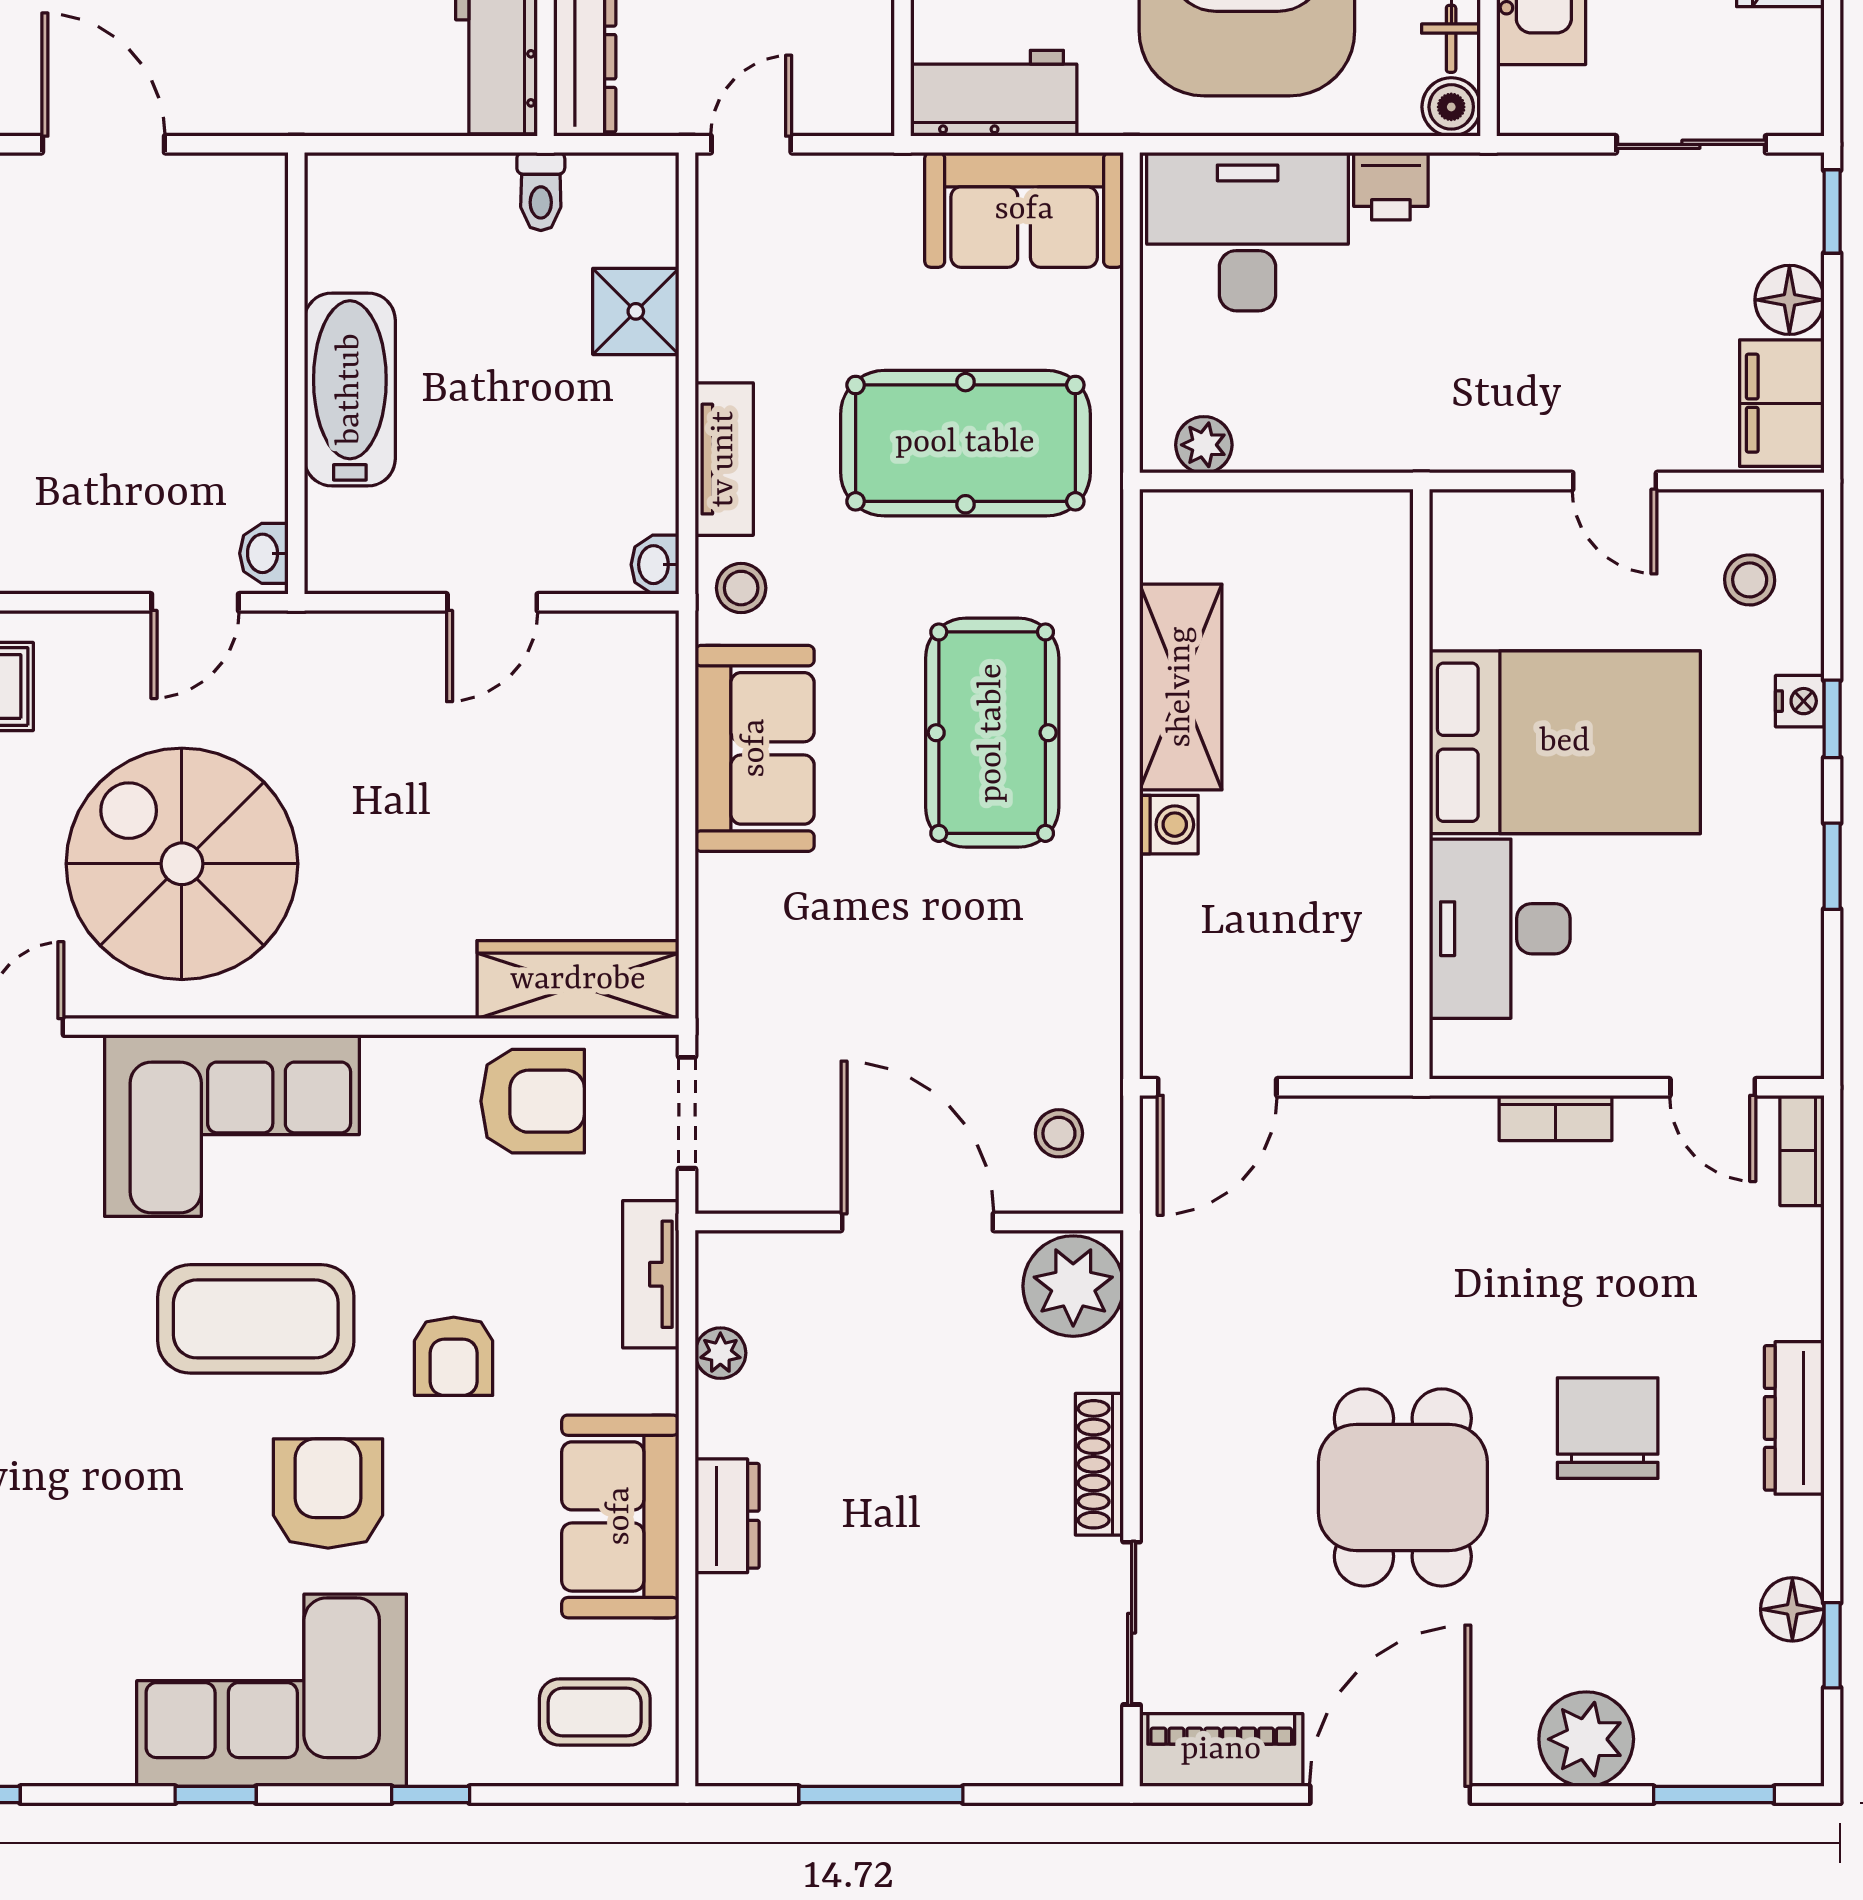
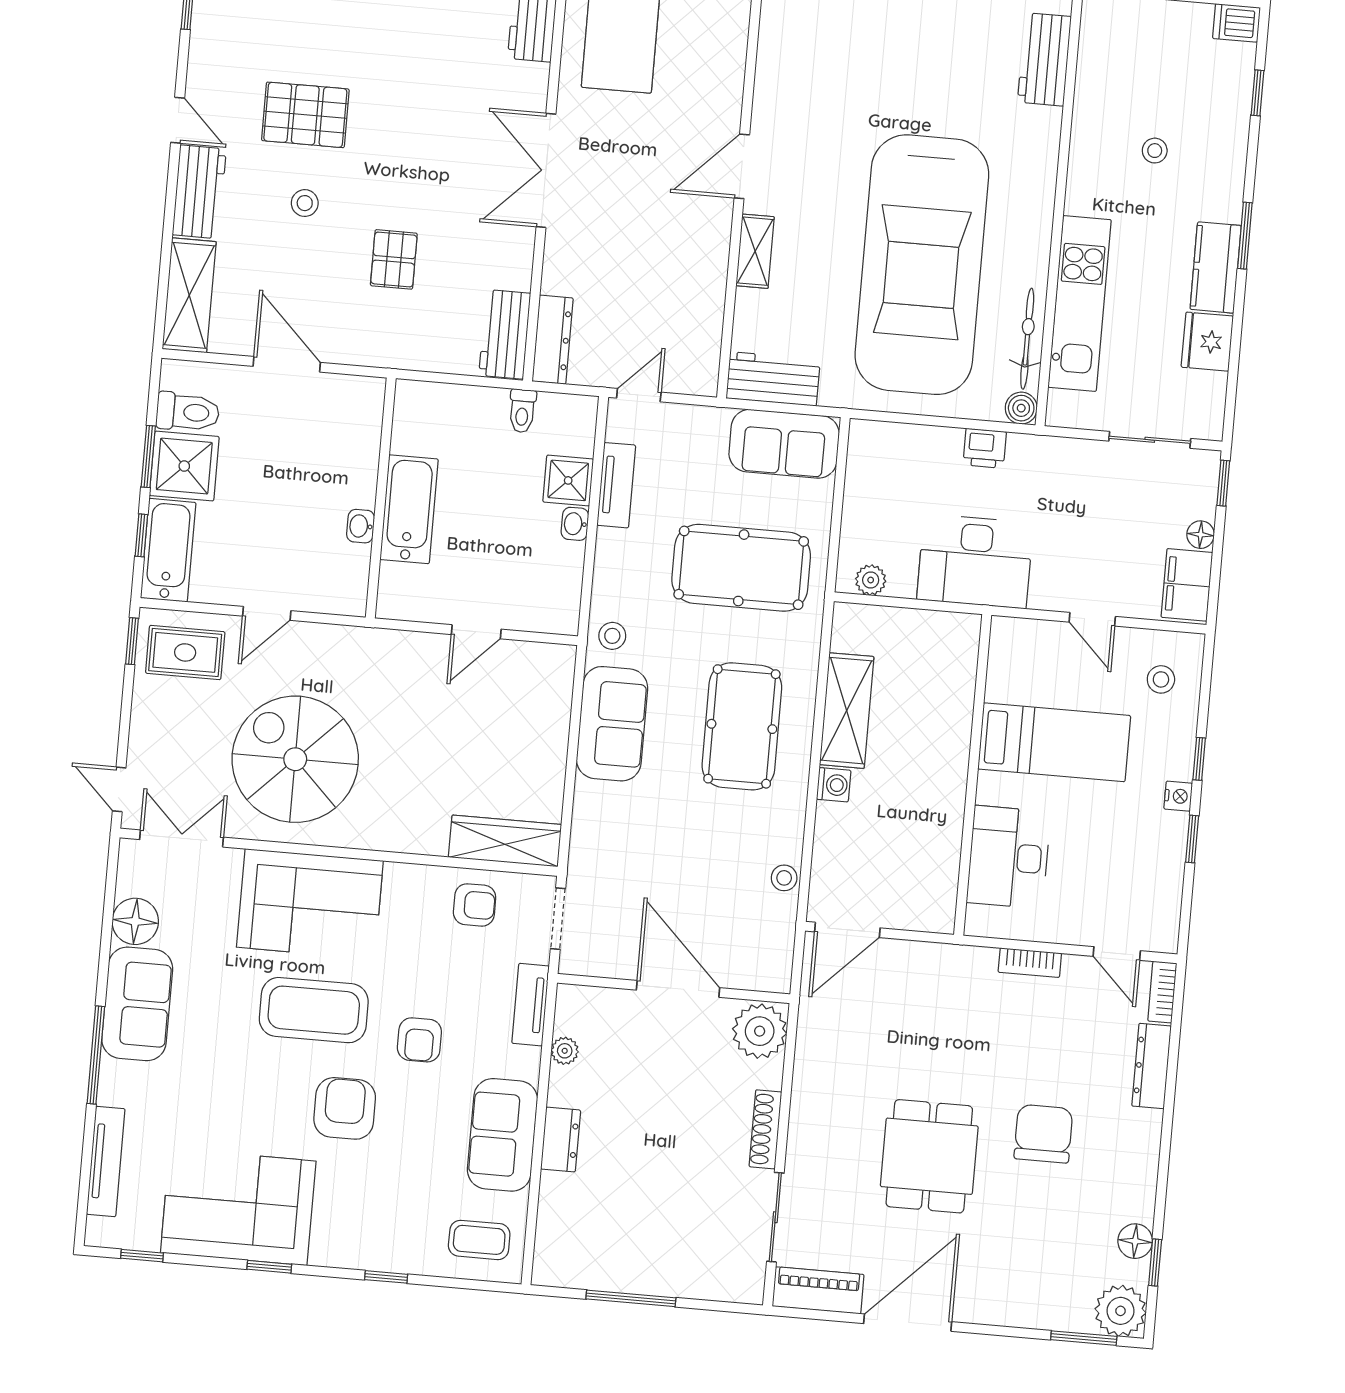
desk: (1248, 232) -> (975, 561), moved, turned 180
floor lamp: (1789, 300) -> (1201, 535), width x0.73, depth x0.73
tv unit: (724, 459) -> (616, 485), moved
washbasin: (264, 553) -> (361, 526), moved
washbasin: (655, 565) -> (575, 524), moved
door: (195, 602) -> (267, 613), moved
nightstand: (1800, 701) -> (1178, 796), moved
bed: (1565, 742) -> (1054, 742), width x0.67
armchair: (533, 1101) -> (475, 905), width x0.72, depth x0.72
stool: (1059, 1133) -> (784, 878), moved
dresser: (1794, 1418) -> (1152, 1066), moved
corner sofa: (272, 1690) -> (238, 1207), moved
plant: (1586, 1739) -> (1121, 1311), moved

